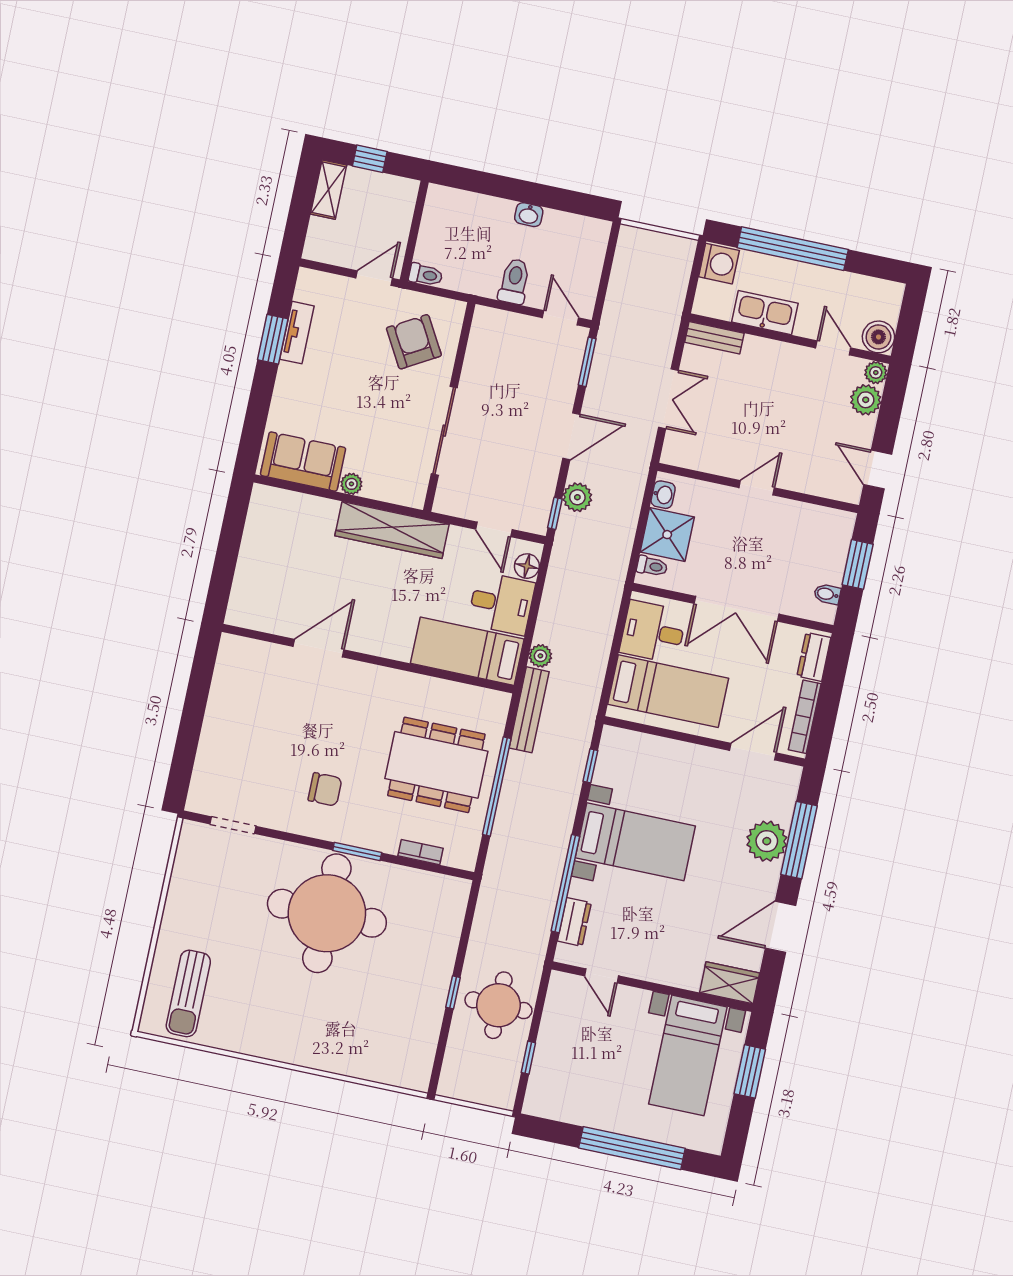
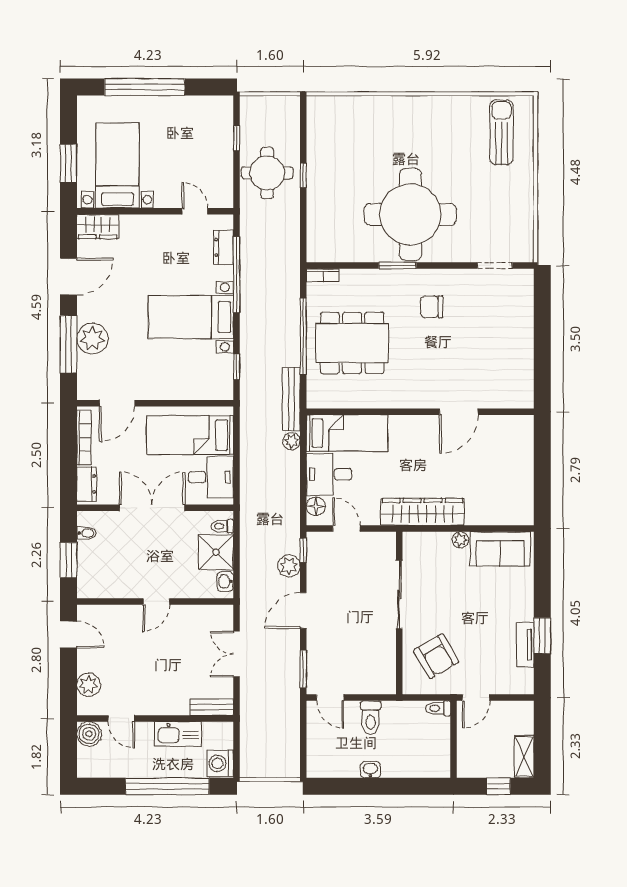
plant: (876, 373) -> (85, 707), removed
bookcase: (420, 852) -> (323, 275), moved

